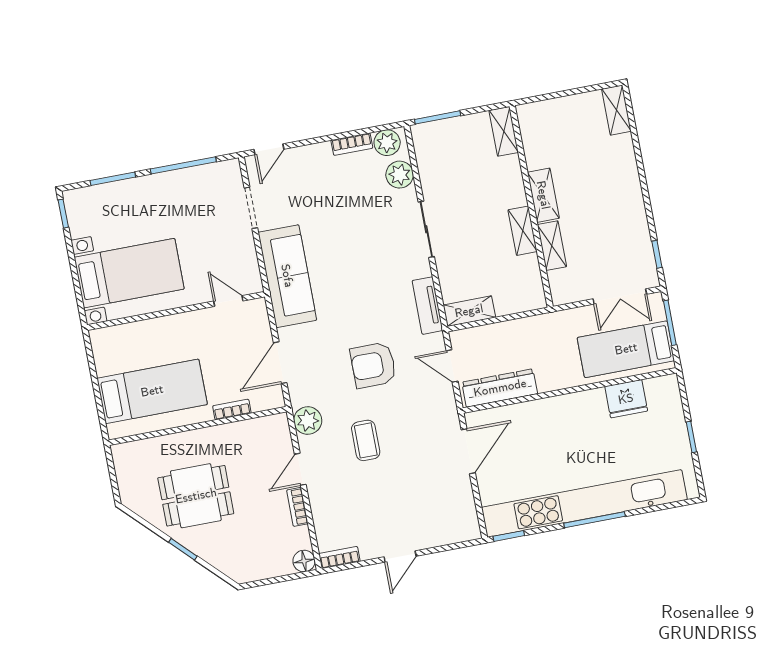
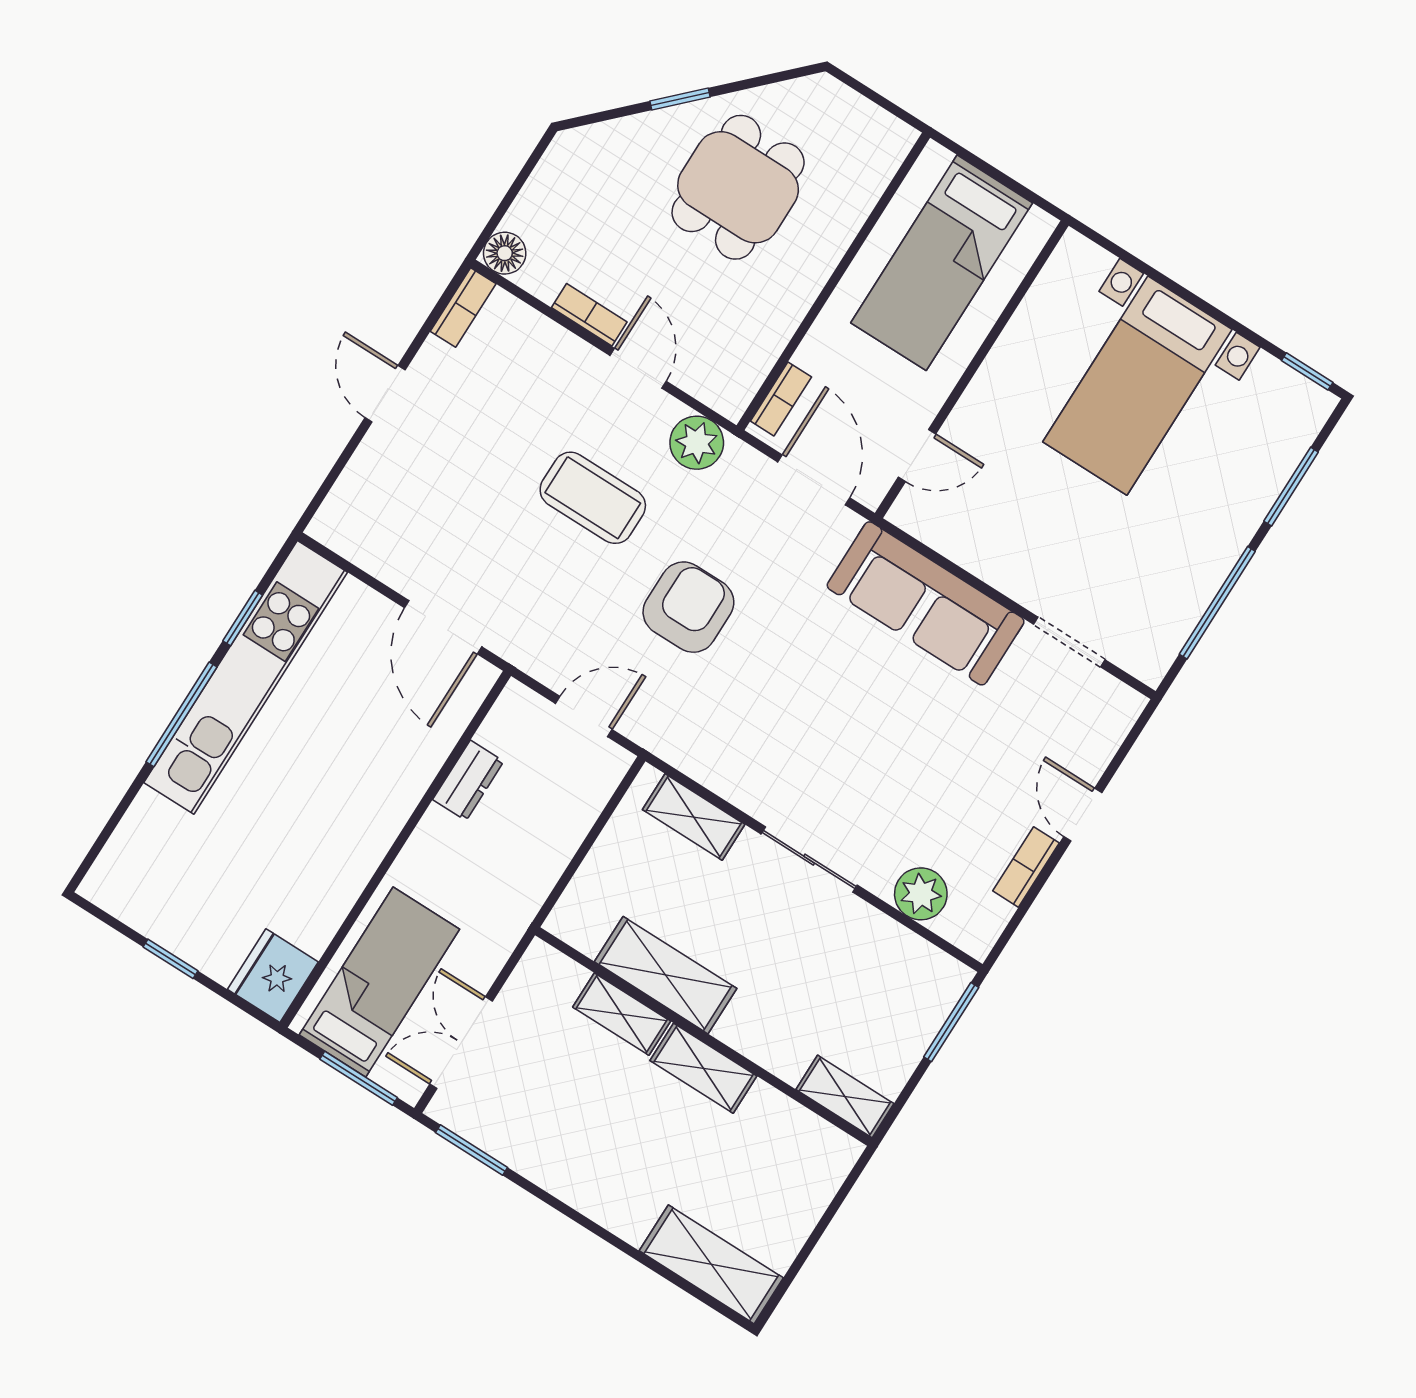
shelving: (616, 110) -> (711, 1264), width x1.50, depth x1.33
plant: (387, 143) -> (982, 918), removed
door: (269, 149) -> (1083, 815), moved
shelving: (523, 231) -> (666, 975), width x1.50, depth x1.33
window: (657, 254) -> (472, 1150), width x1.50
door: (228, 301) -> (917, 456), moved
tv unit: (428, 306) -> (701, 761), removed
wall: (176, 311) -> (972, 369), moved
shelving: (469, 311) -> (694, 817), moved, turned 90
dresser: (500, 388) -> (468, 780), width x0.51, depth x0.80
fridge: (626, 399) -> (273, 976), moved
bookcase: (232, 410) -> (781, 399), moved
coffee table: (366, 440) -> (593, 498), width x1.36, depth x1.30
kitchen unit: (584, 504) -> (246, 677), width x0.73
window: (509, 536) -> (243, 618), moved

